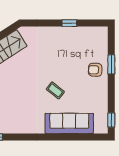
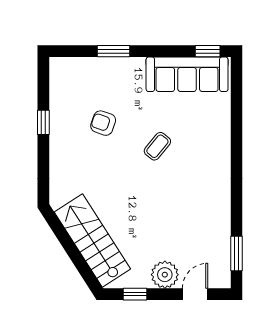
armchair: (95, 70) -> (103, 123), moved, turned 107
sofa: (69, 123) -> (187, 74), moved, turned -90

